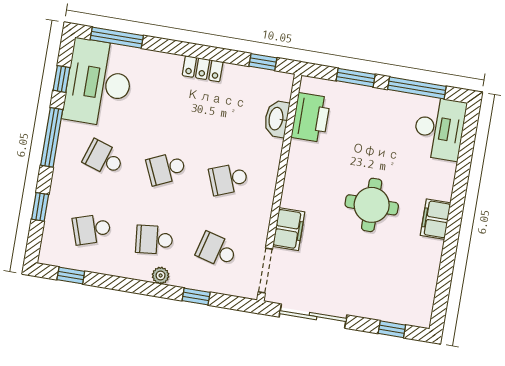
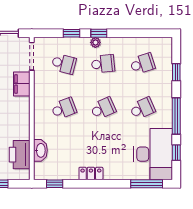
school desk: (104, 158) -> (142, 108), turned -42
window: (71, 275) -> (99, 33), moved

